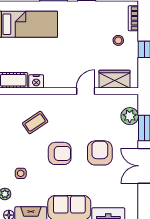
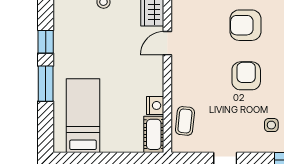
door: (86, 91) -> (167, 43), hinge flipped
coffee table: (35, 123) -> (185, 121), moved, turned 40

